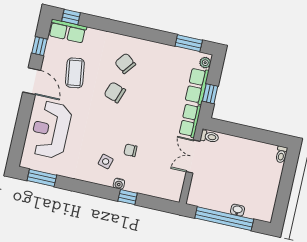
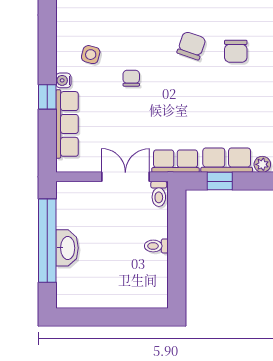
chair: (125, 63) -> (236, 51), turned 142
chair: (130, 150) -> (131, 78), moved
toilet: (281, 154) -> (156, 246), moved
row of seats: (149, 188) -> (67, 124), added
washbasin: (237, 210) -> (67, 248), width x1.91, depth x1.45

